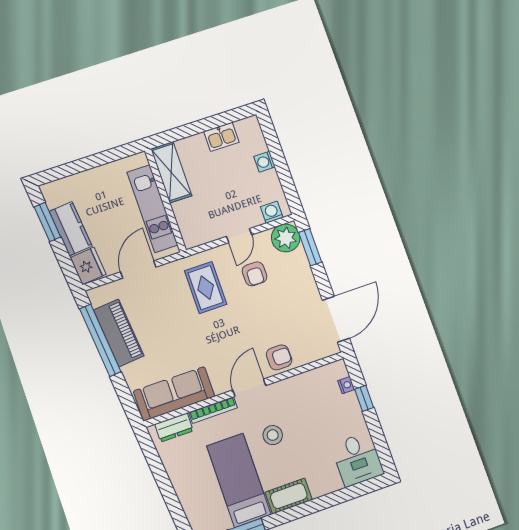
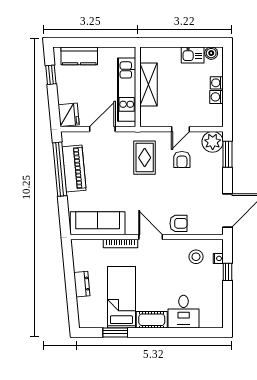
boiler: (244, 127) -> (211, 53), added
shelving: (171, 172) -> (149, 85), moved
washing machine: (272, 212) -> (216, 97), moved, turned -90
window: (47, 222) -> (51, 75), width x0.67
kitchen counter: (71, 229) -> (79, 56), moved, turned 95
door: (249, 388) -> (151, 237), hinge flipped
dresser: (174, 427) -> (82, 284), moved, turned -95
stool: (273, 435) -> (196, 257), moved
desk: (357, 459) -> (184, 312), moved

